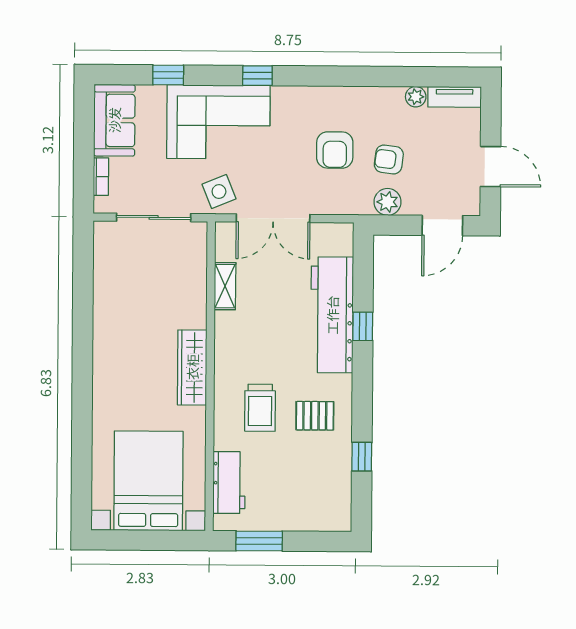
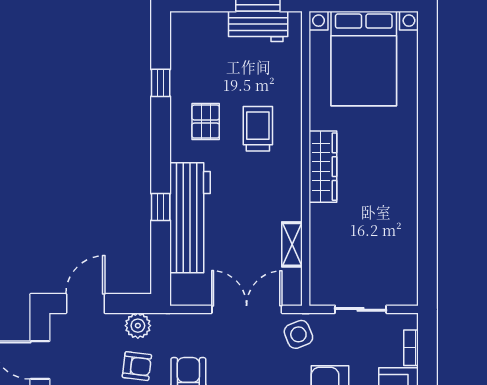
sliding door: (154, 217) -> (361, 309), width x0.73
pallet: (315, 416) -> (206, 122), turned 90
workbench: (229, 483) -> (258, 26), moved, turned -90

